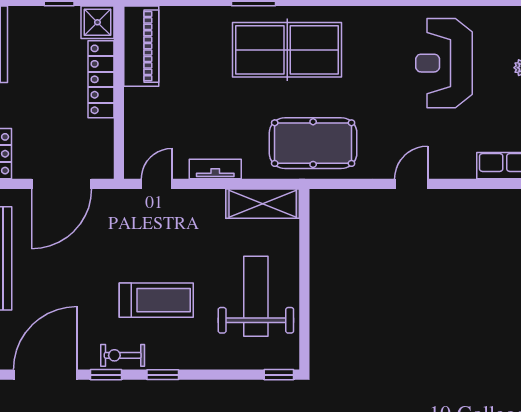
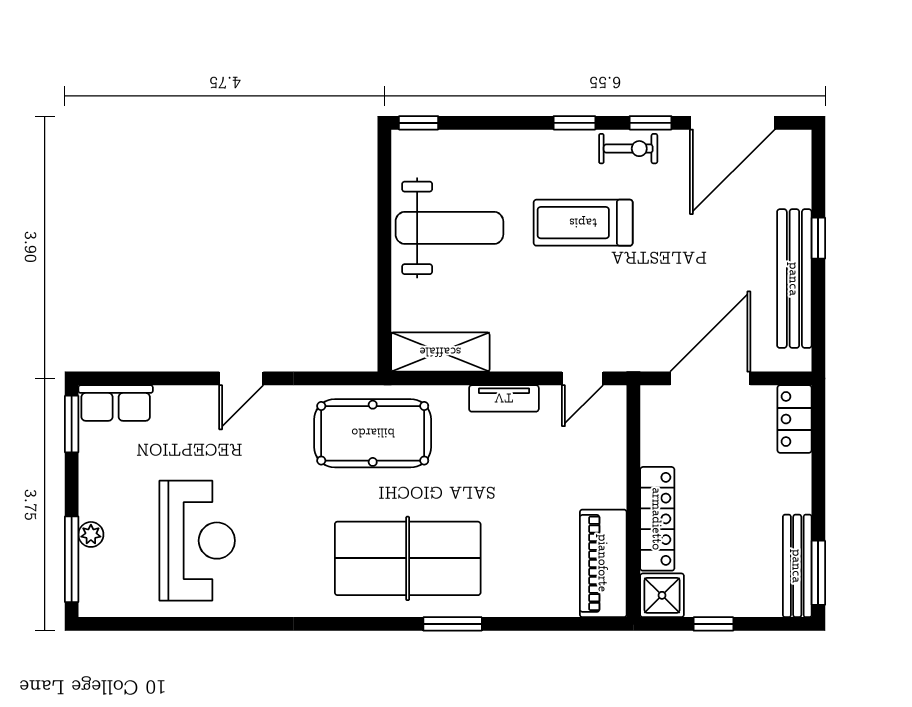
weight bench: (256, 296) -> (449, 228), turned -90

